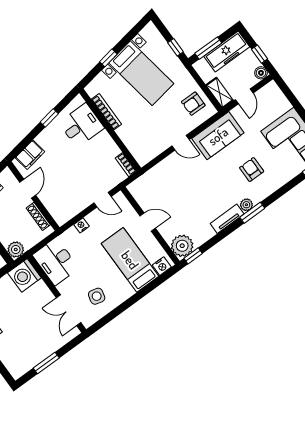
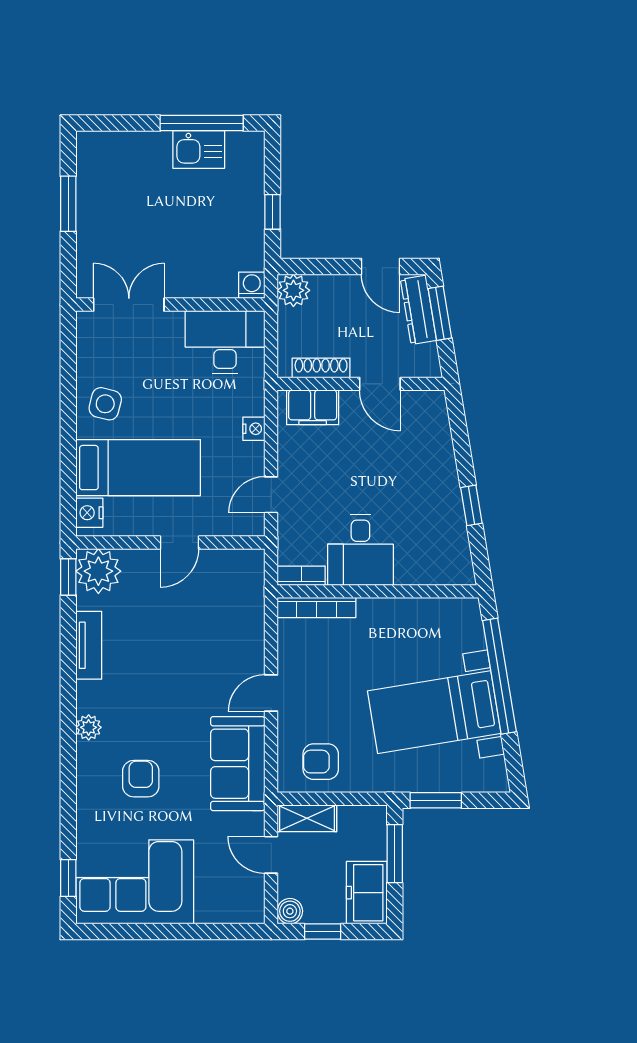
window: (176, 47) -> (436, 800), width x1.50
freezer: (227, 52) -> (367, 893), width x0.71
window: (108, 58) -> (499, 676), width x3.17
armchair: (193, 104) -> (321, 762), turned -90
bookcase: (106, 112) -> (317, 608), moved
desk: (81, 125) -> (360, 550), moved
filing cabinet: (30, 155) -> (313, 407), moved, turned -81
armchair: (252, 170) -> (141, 779), turned -90
window: (252, 213) -> (68, 727), removed
tv unit: (227, 219) -> (89, 645), moved
washing machine: (24, 275) -> (252, 285), width x0.53, depth x0.53
side table: (97, 296) -> (105, 404), moved

